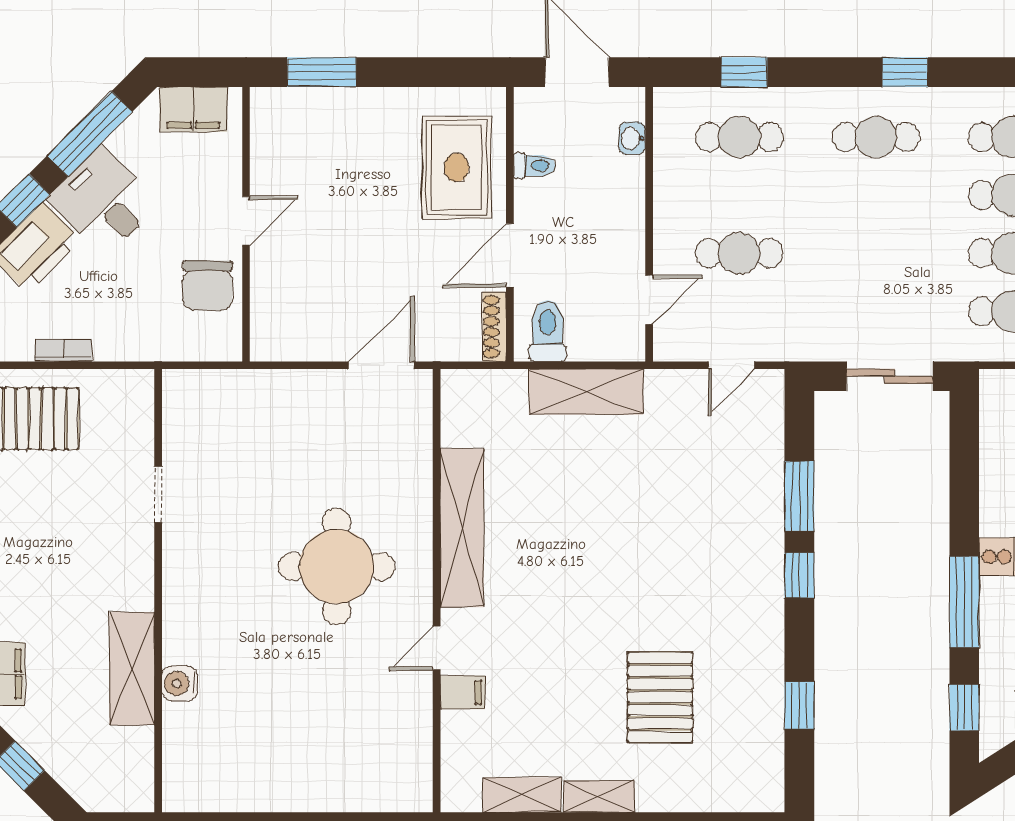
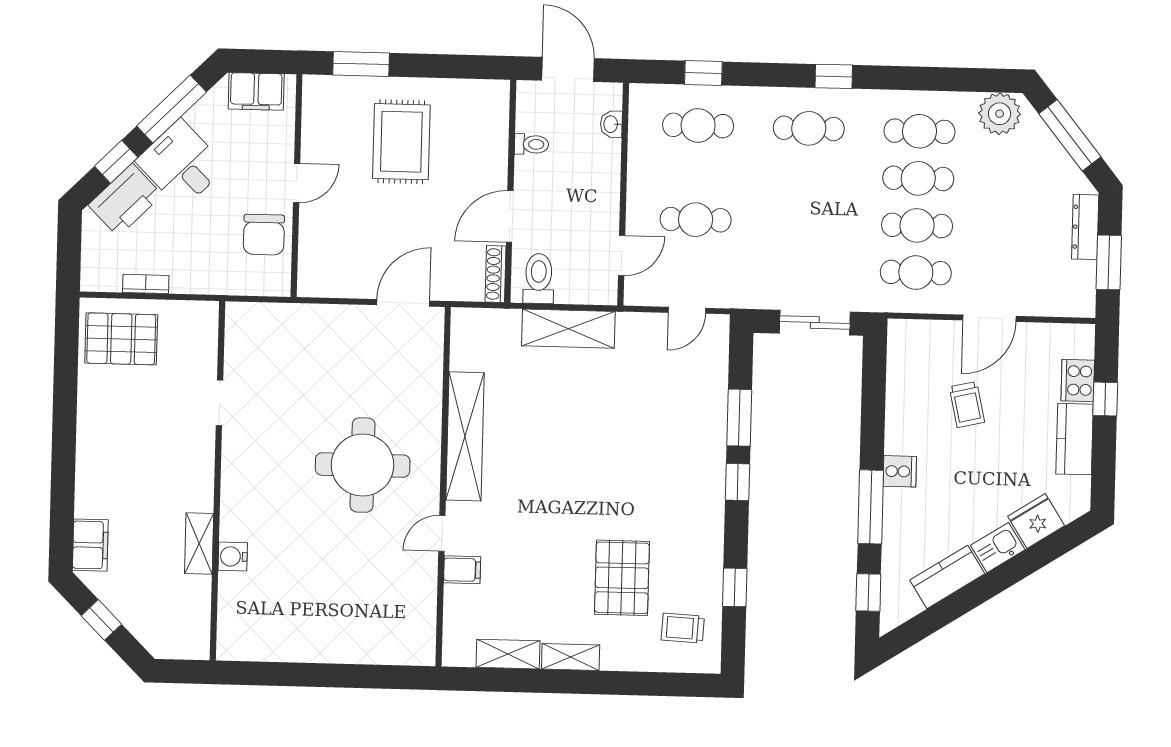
rug: (456, 167) -> (401, 142), moved
shelving: (132, 669) -> (199, 544), width x0.67, depth x0.75
trolley: (737, 757) -> (683, 628), added

